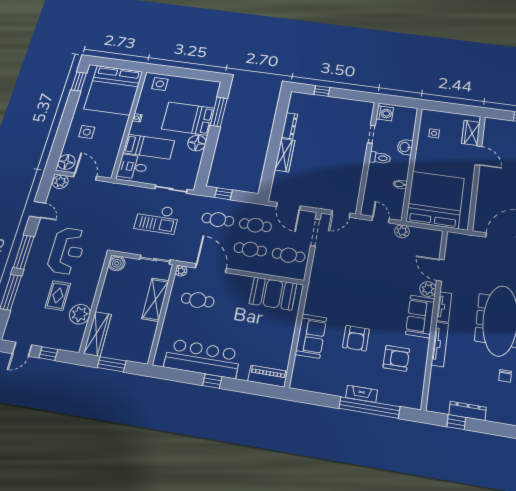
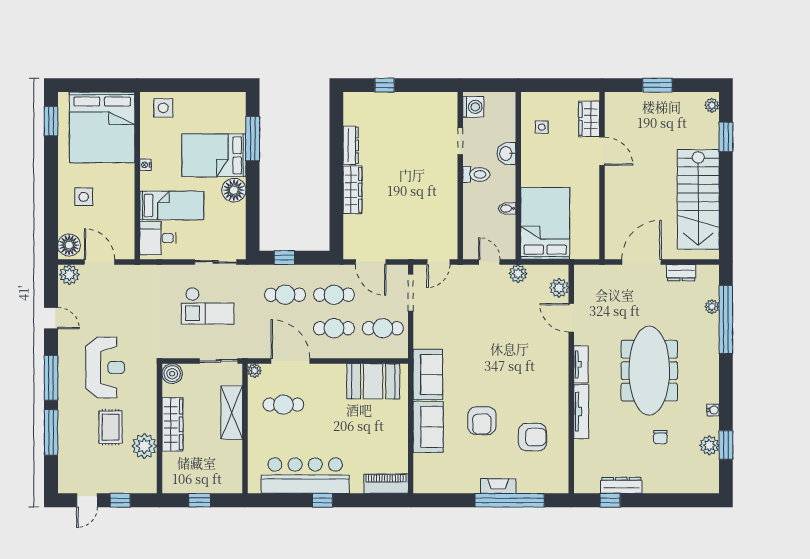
bed: (435, 200) -> (545, 223), width x0.73
plant: (428, 289) -> (559, 288), moved
sofa: (420, 316) -> (428, 374), moved, turned 180
wardrobe: (97, 334) -> (172, 424), moved
window: (112, 364) -> (199, 500), width x0.67

